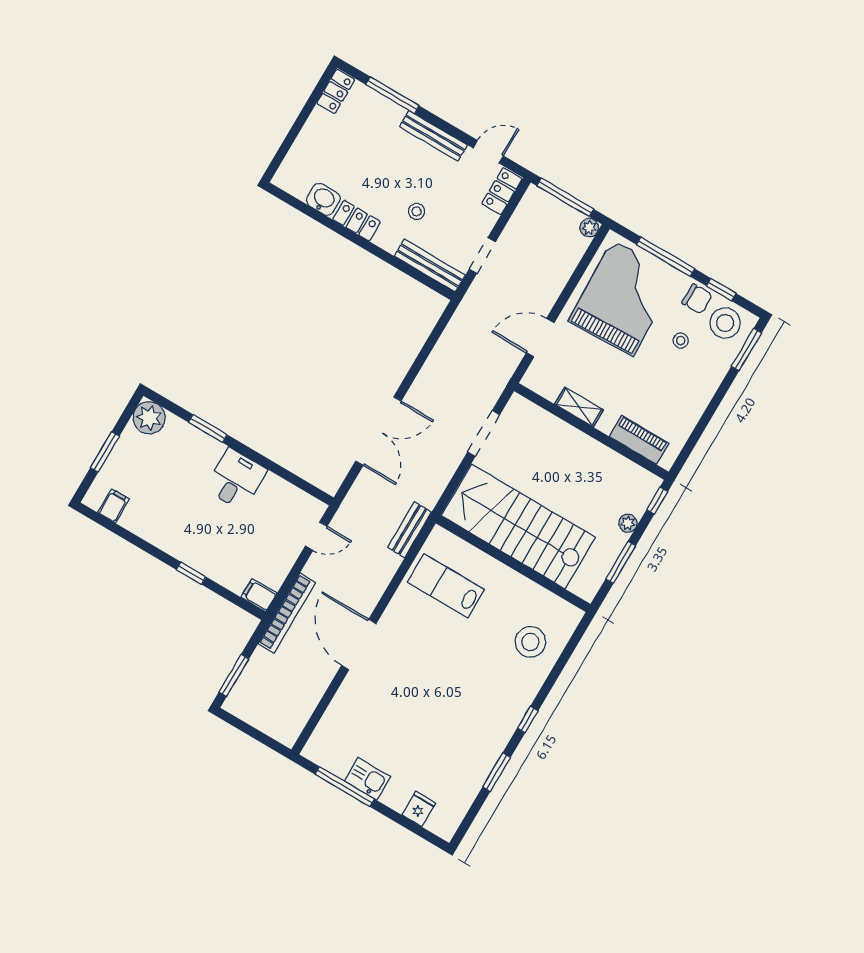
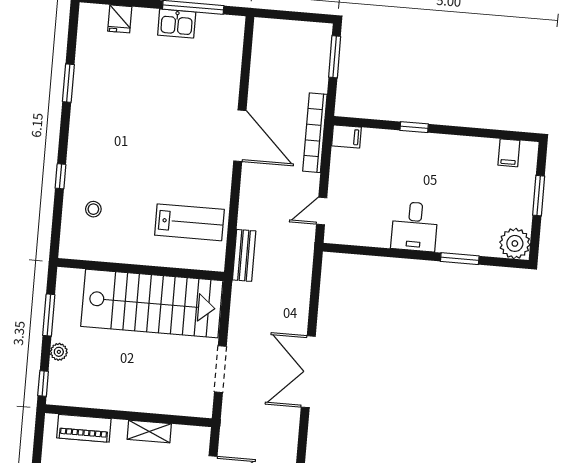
double door: (378, 431) -> (308, 372), moved
stool: (530, 642) -> (93, 209), width x0.53, depth x0.53
window: (528, 719) -> (60, 176), moved

